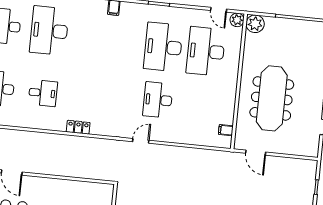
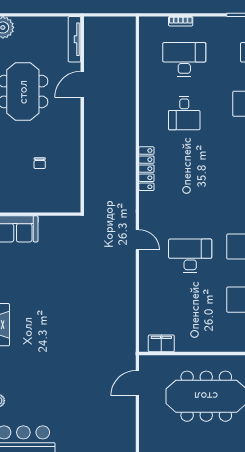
locker: (78, 127) -> (146, 169), width x1.53
filing cabinet: (226, 130) -> (161, 343), width x2.00

